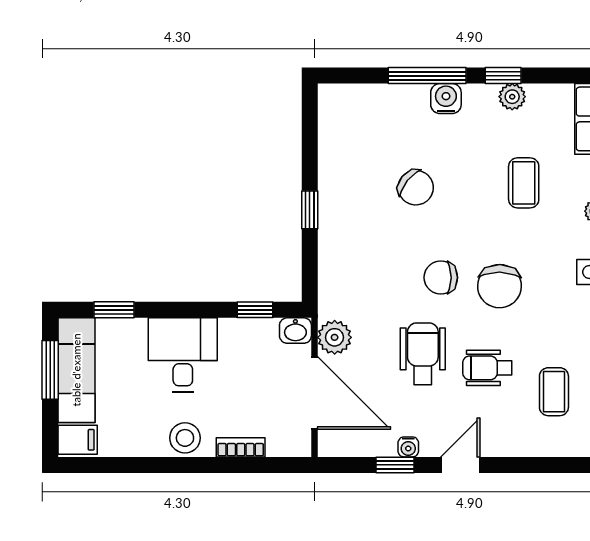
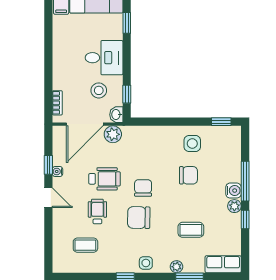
plant: (512, 97) -> (234, 206), moved
side table: (353, 180) -> (192, 144), added
chair: (416, 188) -> (188, 175), turned -129
window: (310, 210) -> (221, 122), moved
stool: (185, 438) -> (99, 90), moved
bookcase: (241, 447) -> (57, 103), moved

